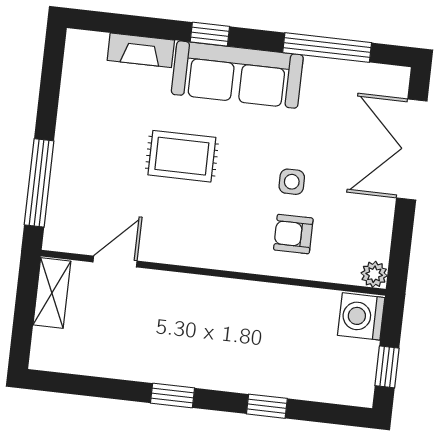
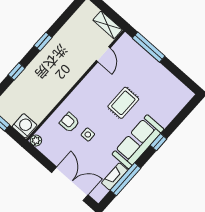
fireplace: (141, 50) -> (115, 177), moved
armchair: (293, 234) -> (69, 122), turned -90

